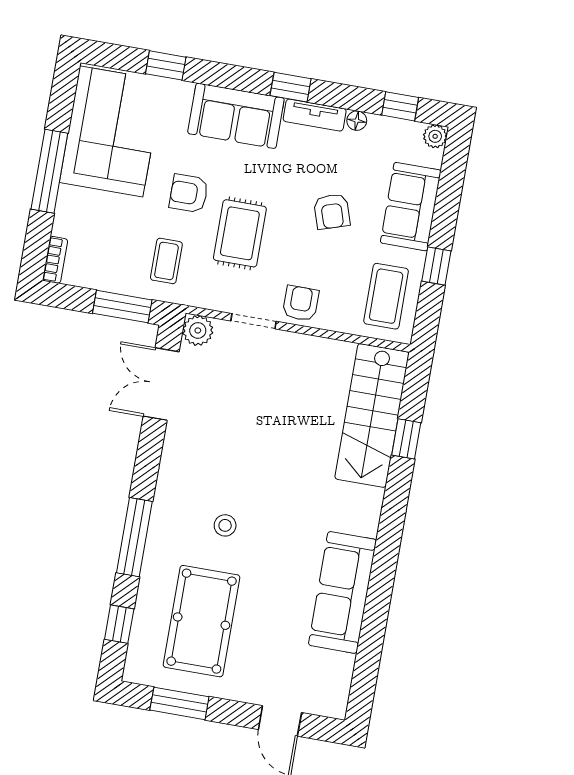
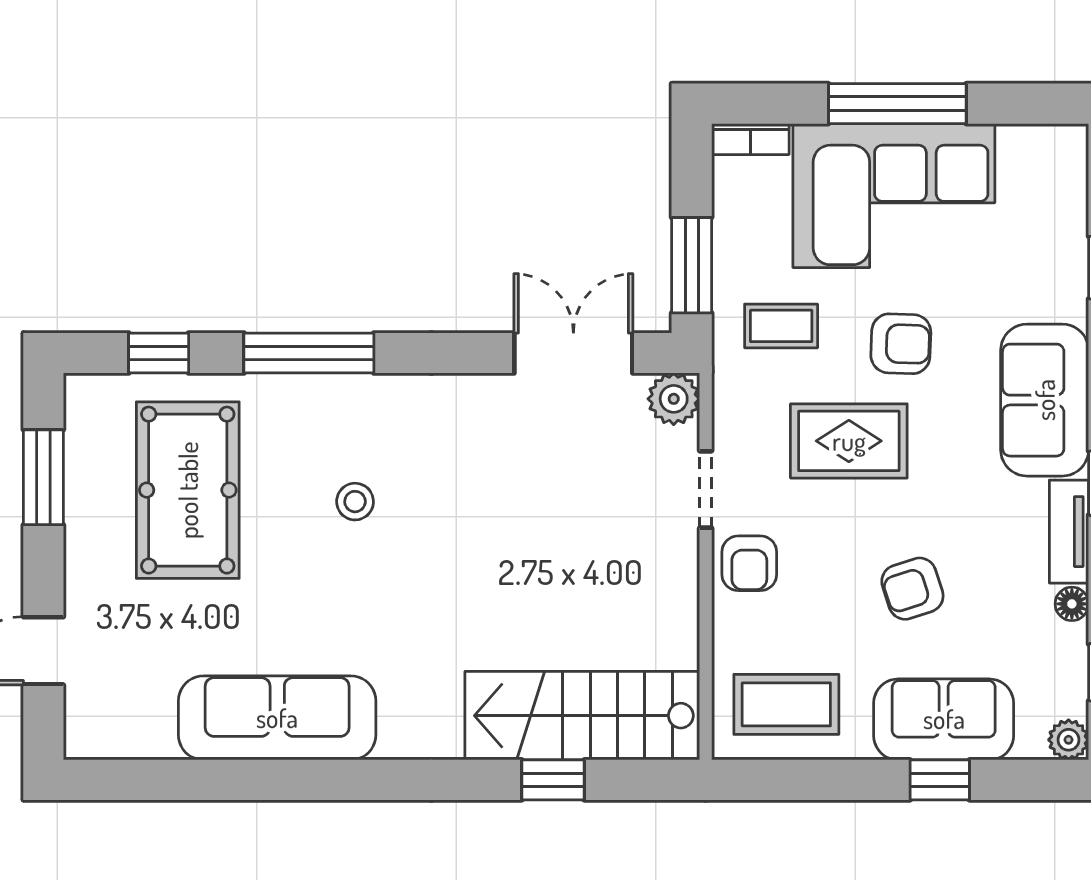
corner sofa: (111, 131) -> (894, 196), moved
armchair: (189, 193) -> (901, 344), turned 92
window: (436, 266) -> (940, 780), moved
armchair: (301, 303) -> (749, 563), turned 90
pool table: (202, 621) -> (188, 490), turned 90

